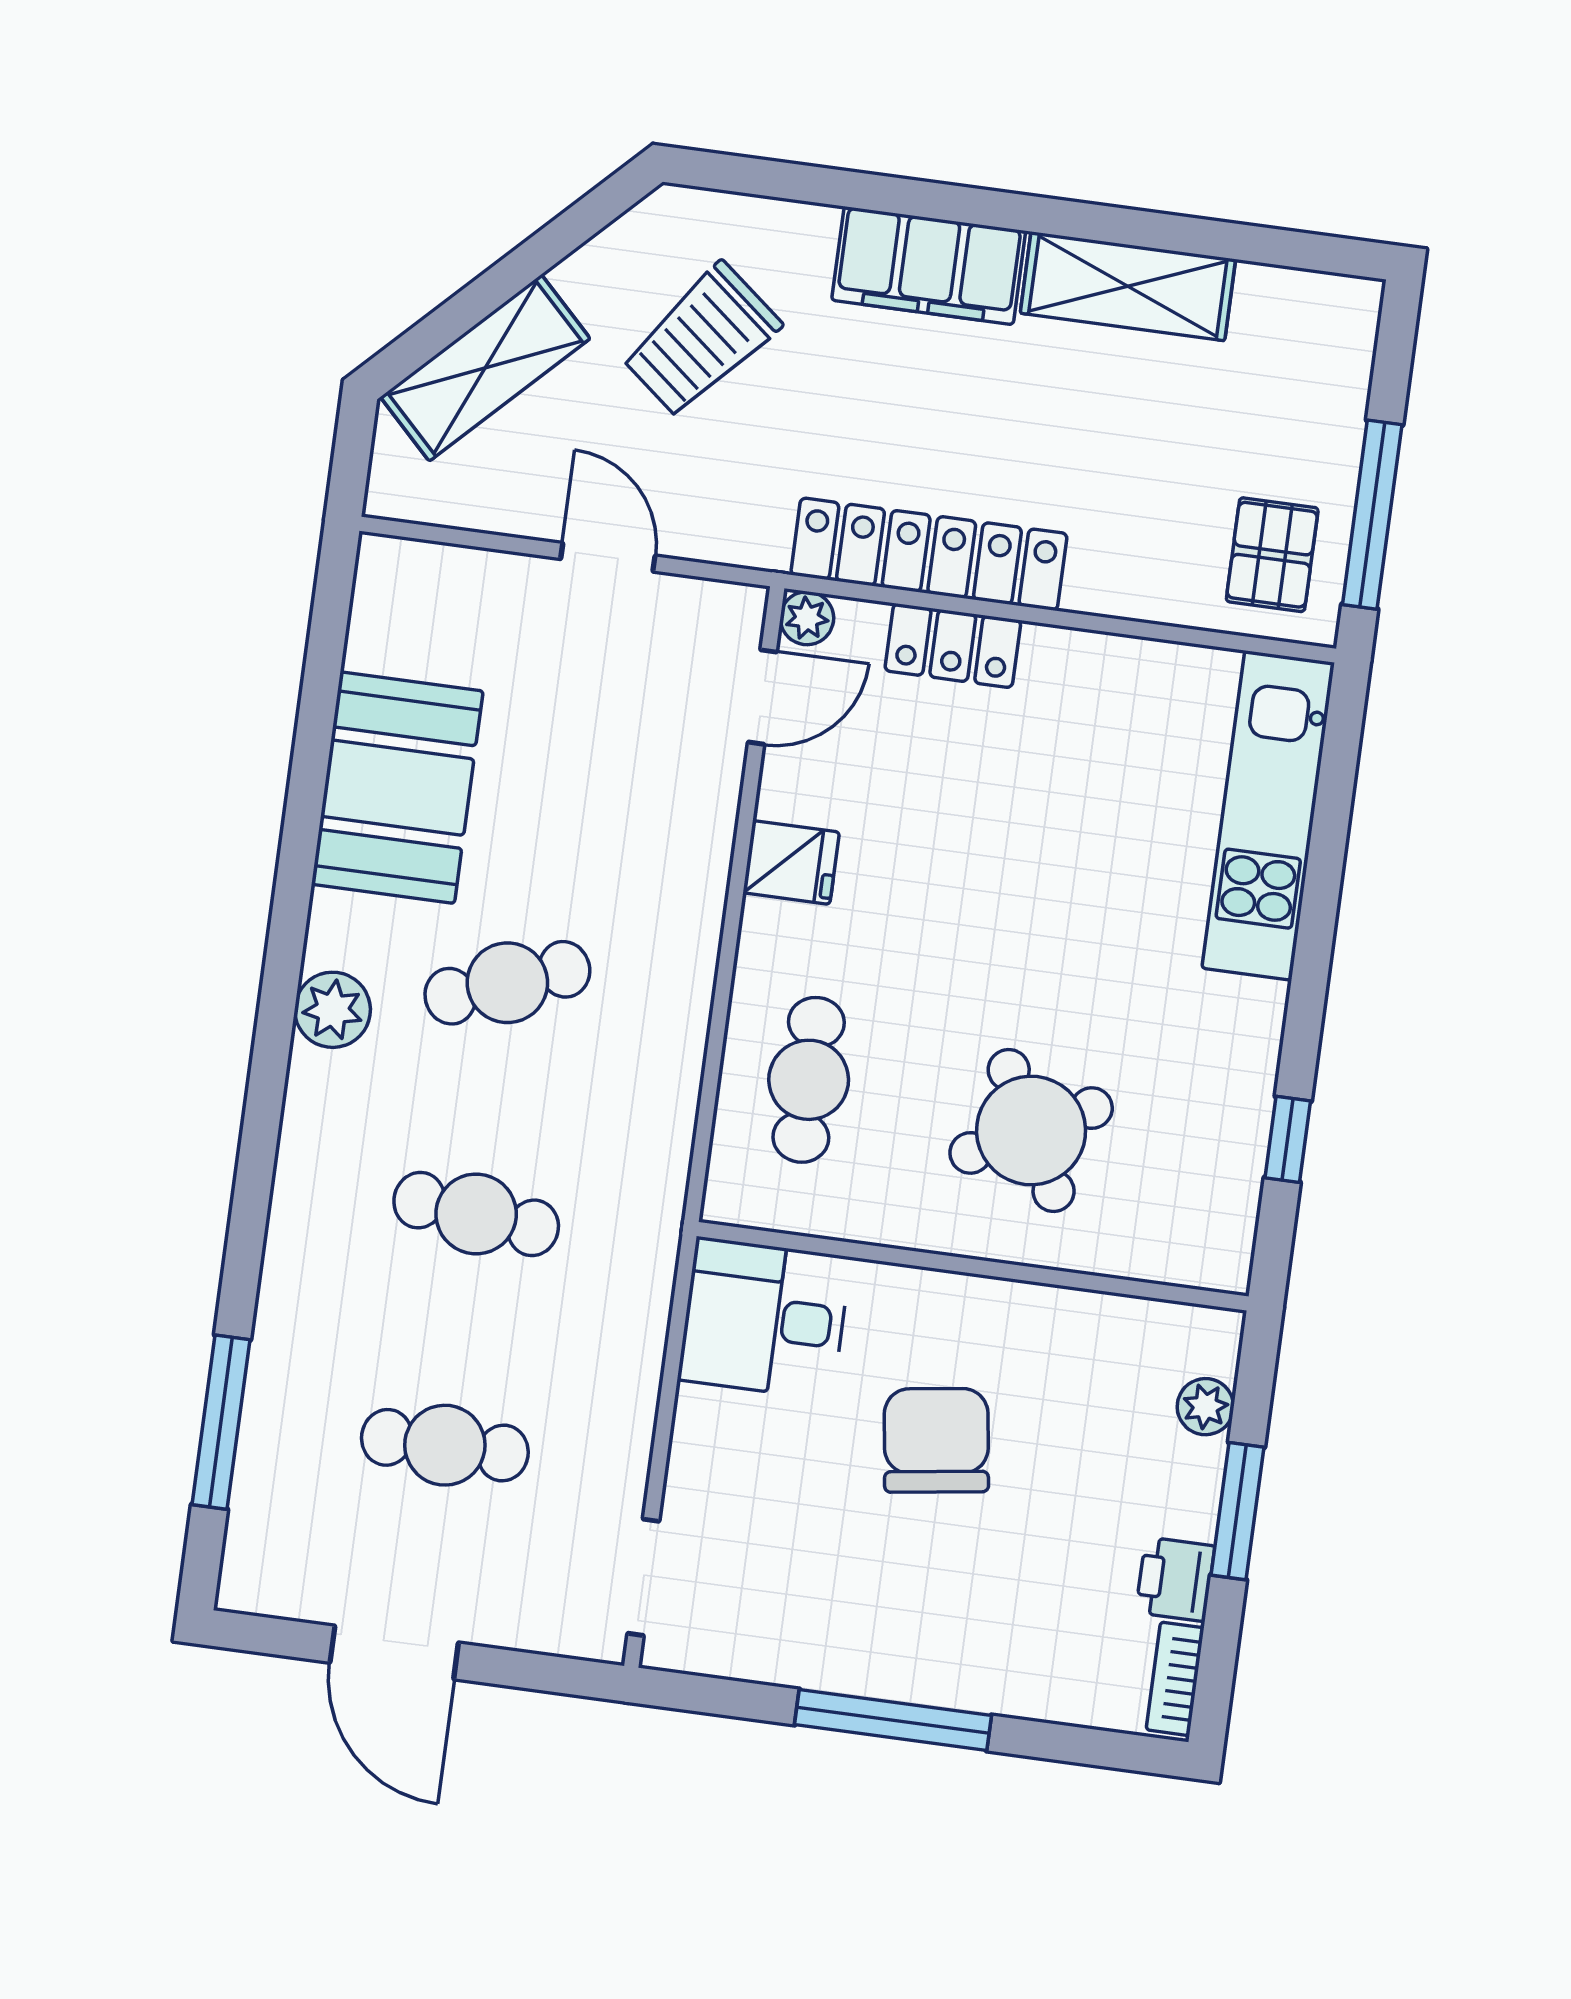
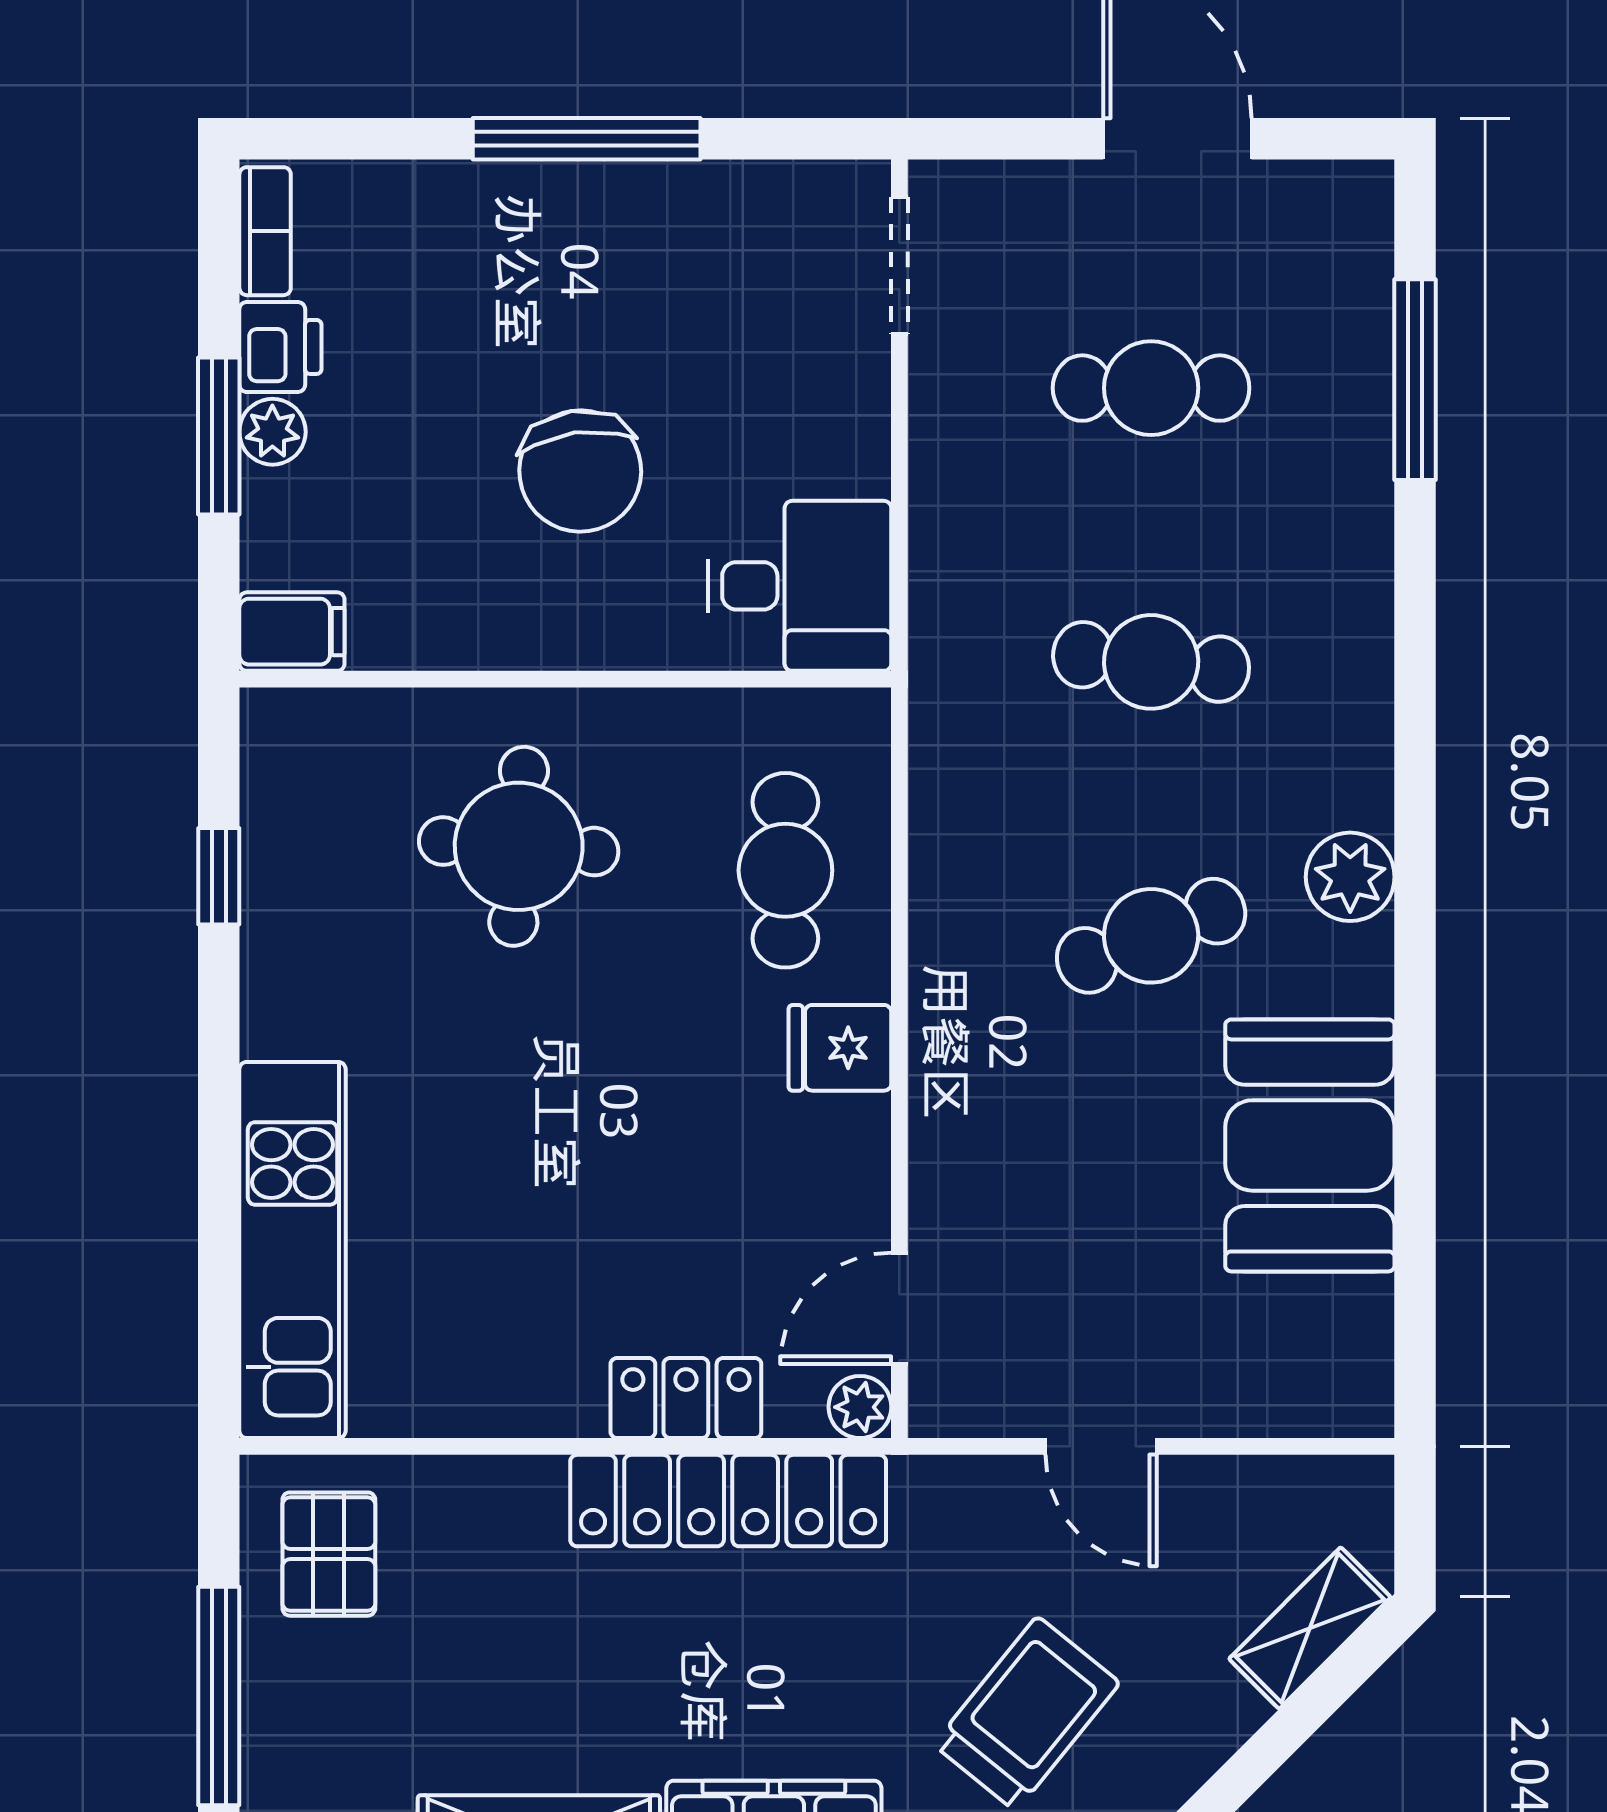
shelving: (485, 368) -> (1310, 1628), width x0.67, depth x0.75
window: (1372, 515) -> (219, 1696), moved
fridge: (791, 862) -> (840, 1048), moved
round table: (1031, 1130) -> (519, 846), turned 32
filing cabinet: (1198, 1338) -> (292, 632), added
plant: (1205, 1407) -> (272, 432), moved

